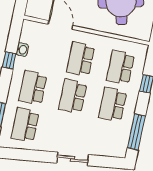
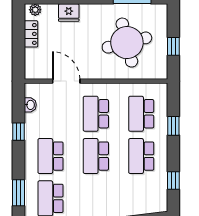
washbasin: (22, 50) -> (30, 105), moved
window: (136, 132) -> (173, 181), width x0.46

